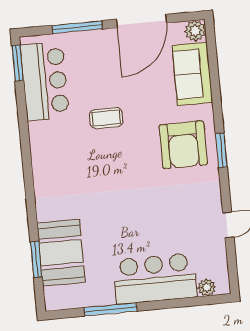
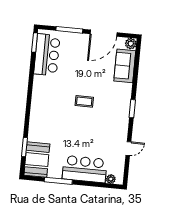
coffee table: (106, 118) -> (84, 101), moved
armchair: (183, 145) -> (113, 102), removed
booth: (61, 253) -> (37, 160), moved

